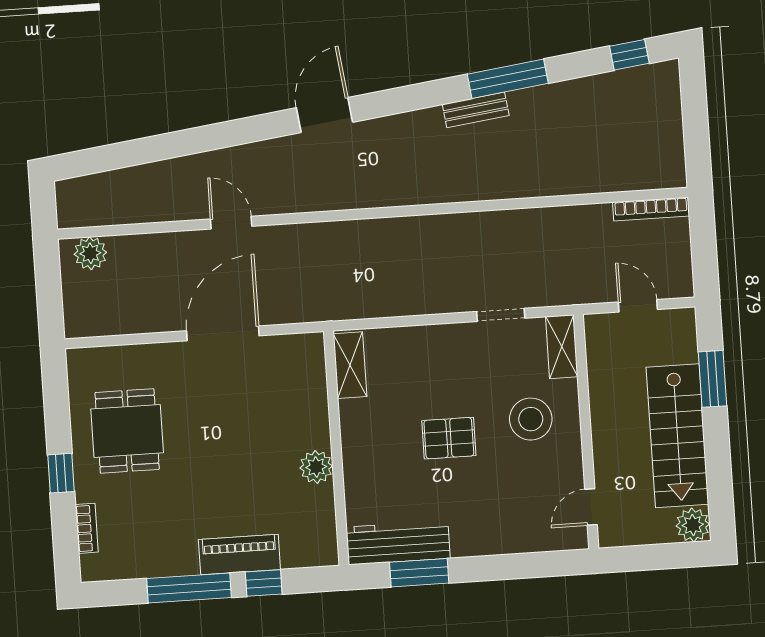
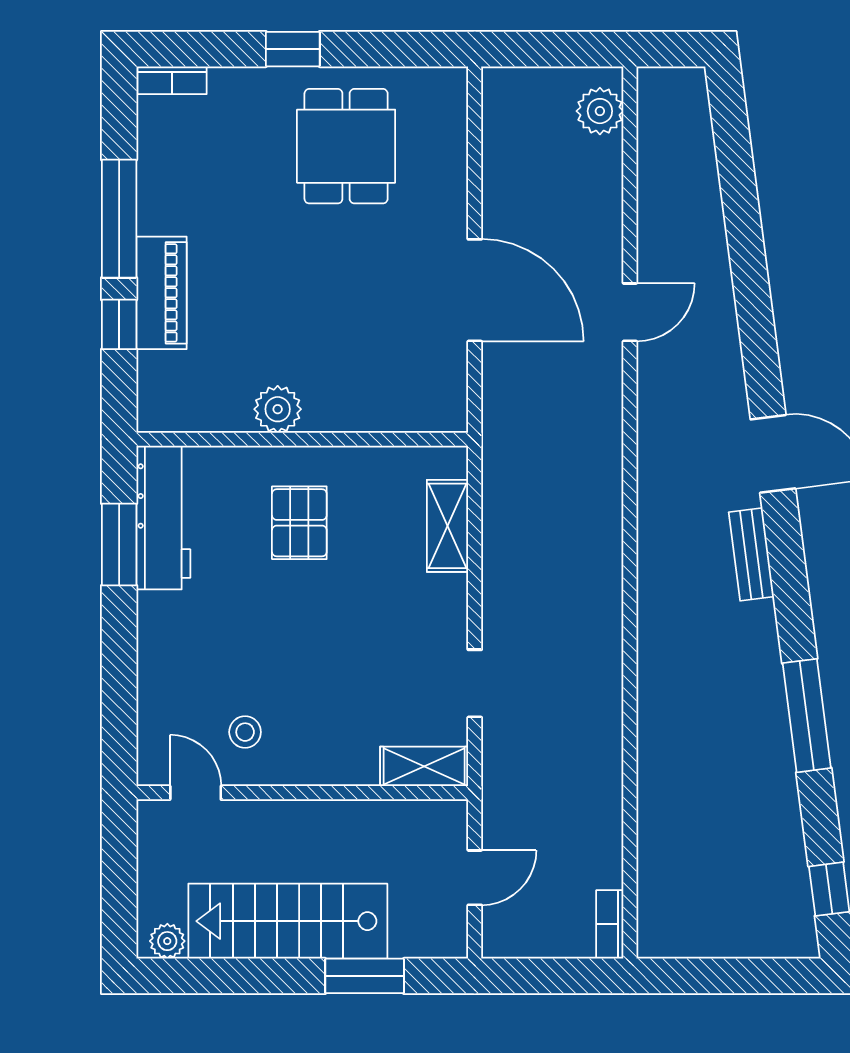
bench: (476, 110) -> (751, 554), moved
bookcase: (651, 209) -> (610, 924), width x0.64
shelving: (350, 365) -> (448, 526), moved, turned 90
stool: (531, 419) -> (245, 732), moved, width x0.53, depth x0.53
dining table: (127, 431) -> (346, 146), turned 90
pallet: (449, 438) -> (299, 523), moved
plant: (693, 525) -> (167, 941), width x0.73, depth x0.73
bookcase: (87, 528) -> (172, 80), moved

